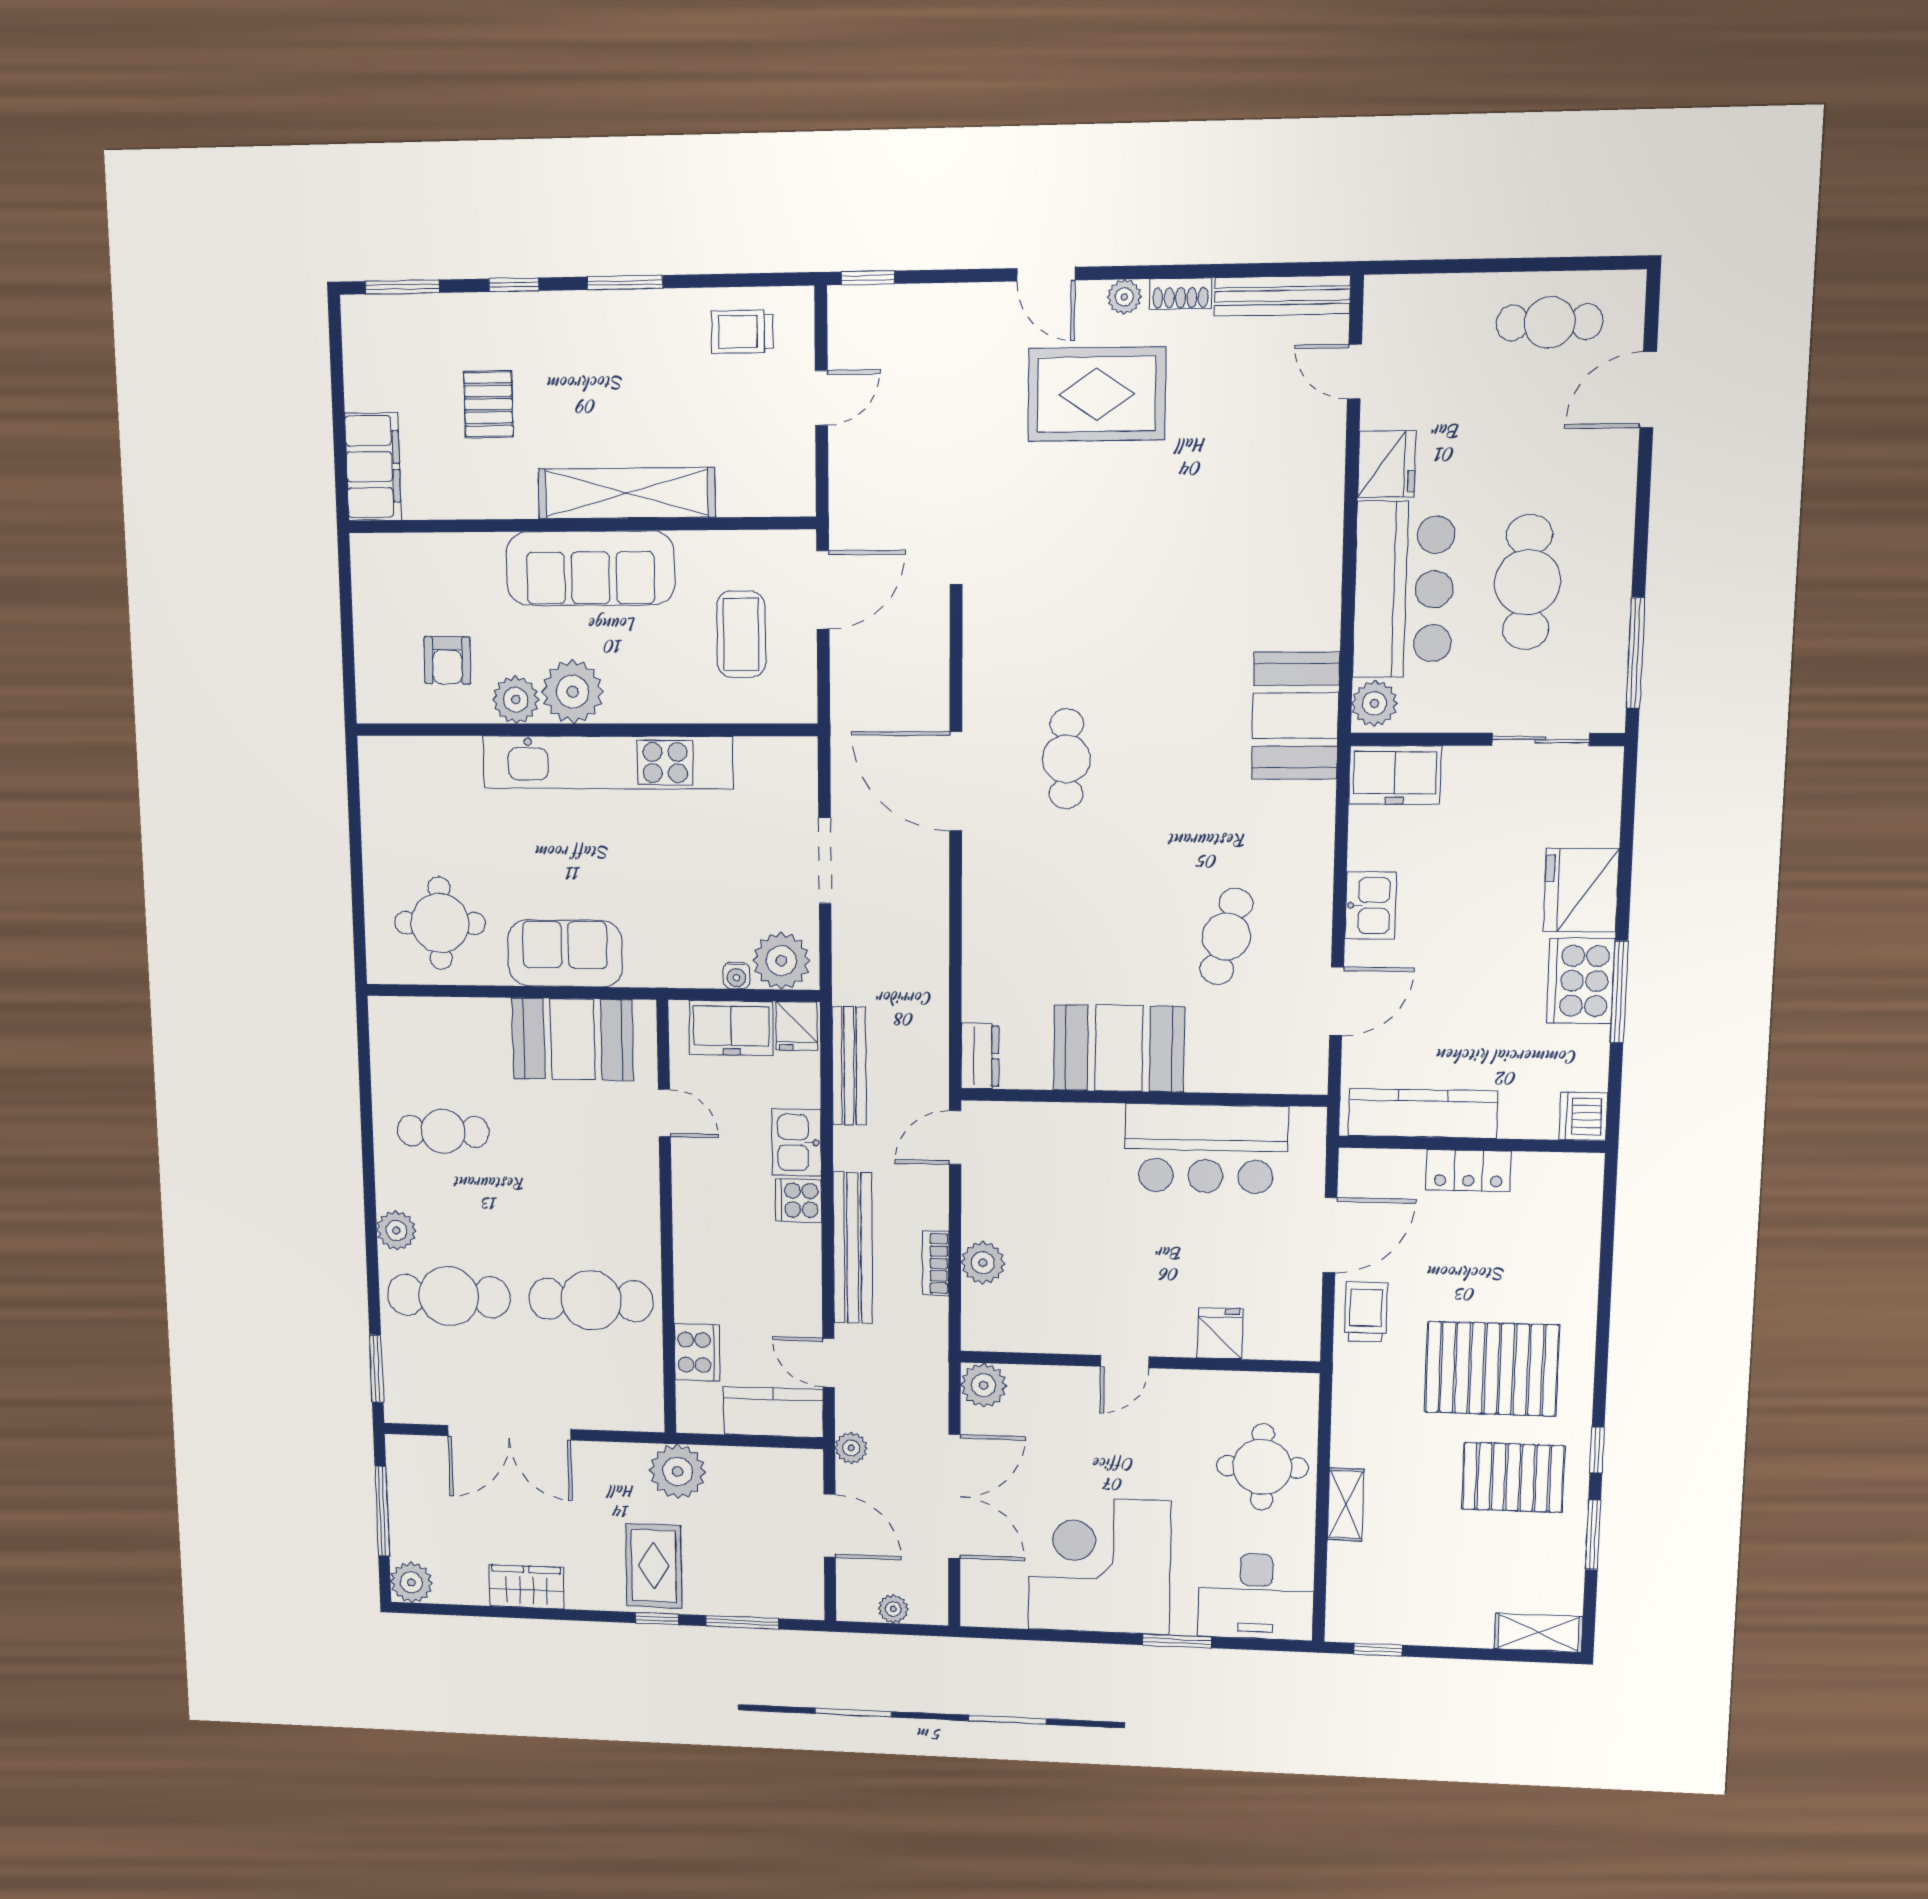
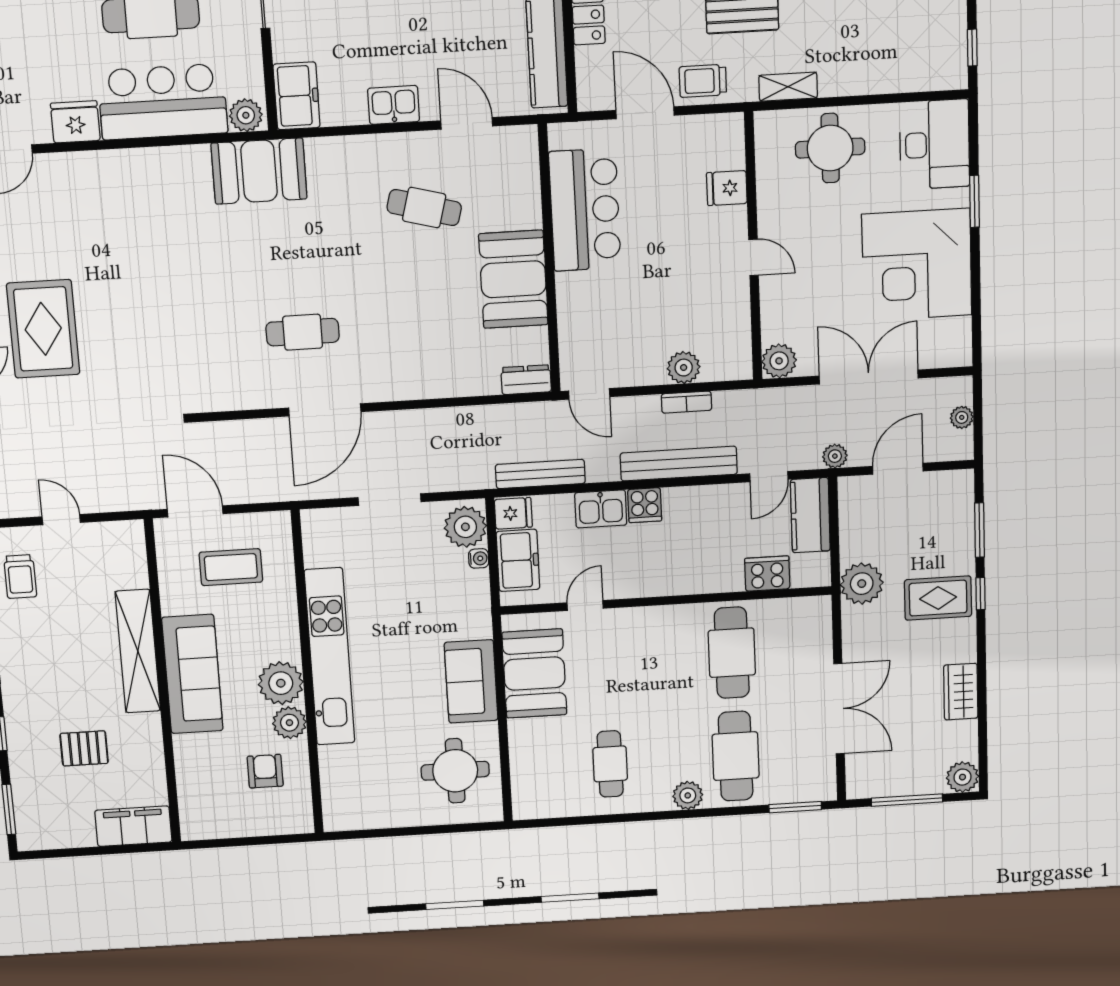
armchair: (447, 660) -> (265, 771), turned -91
shelving: (1346, 1504) -> (788, 87), moved

